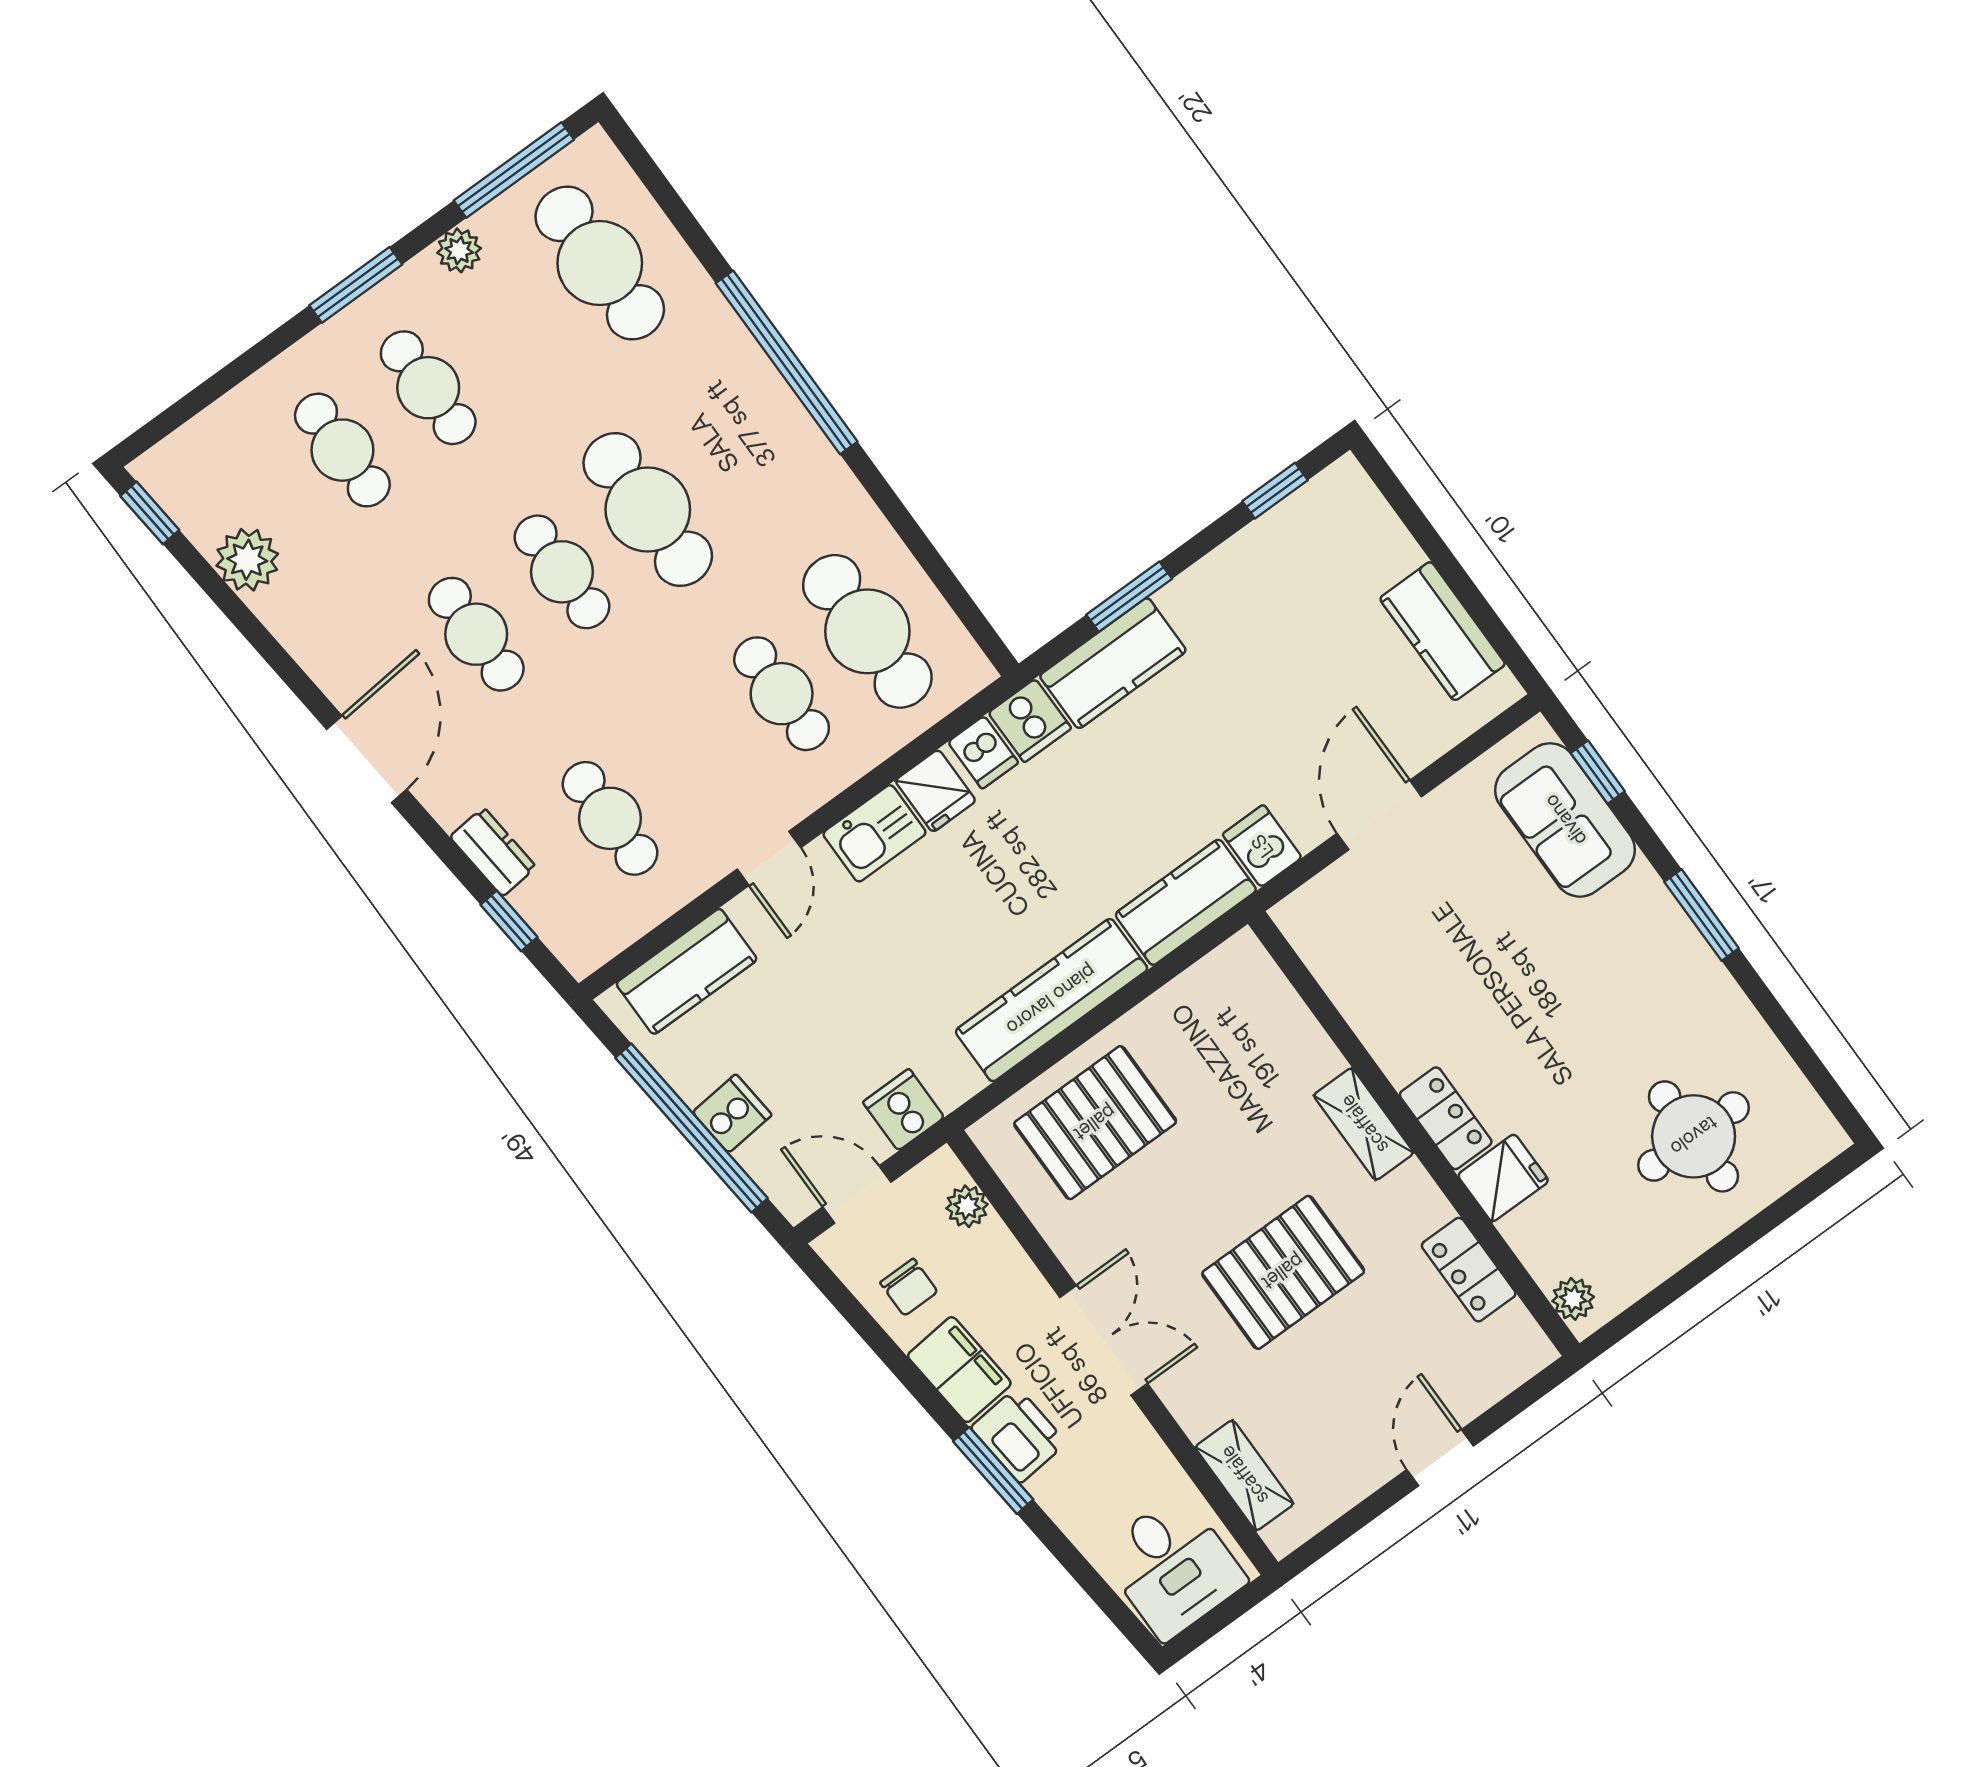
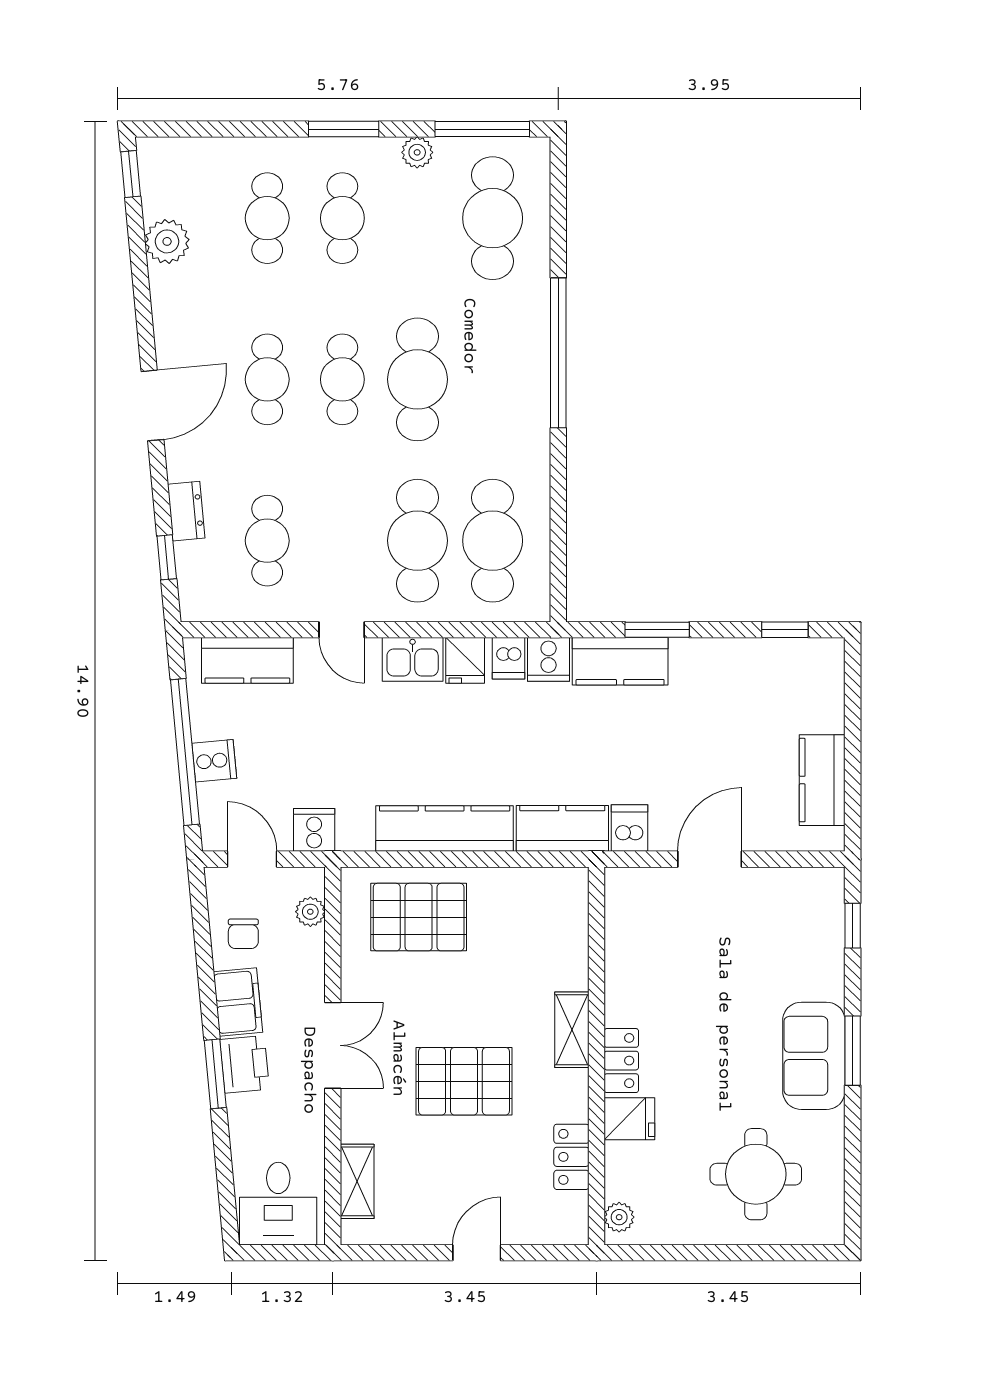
cafe table: (782, 694) -> (417, 541), width x1.37, depth x1.35
sofa: (1565, 820) -> (814, 1056), moved
door: (769, 858) -> (342, 630), hinge flipped

